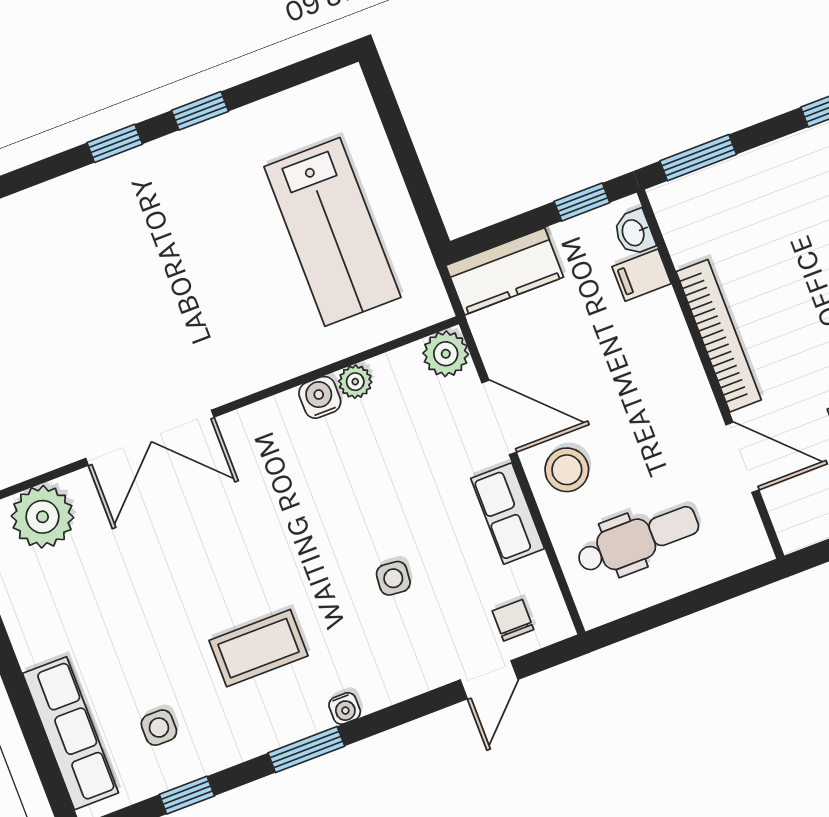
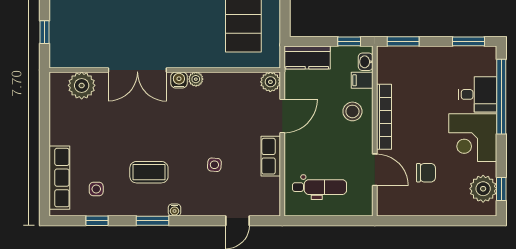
plant: (355, 382) -> (196, 79), moved
water cooler: (320, 397) -> (179, 80), moved
door: (499, 418) -> (282, 116), hinge flipped
stool: (567, 470) -> (352, 111), moved
chair: (513, 620) -> (256, 200), removed

